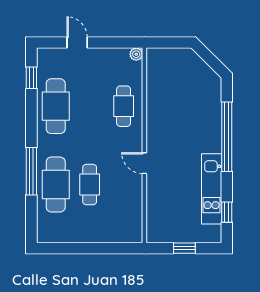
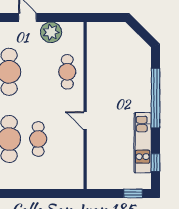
plant: (136, 54) -> (51, 32), moved, width x1.88, depth x1.88
window: (184, 248) -> (133, 193), moved

